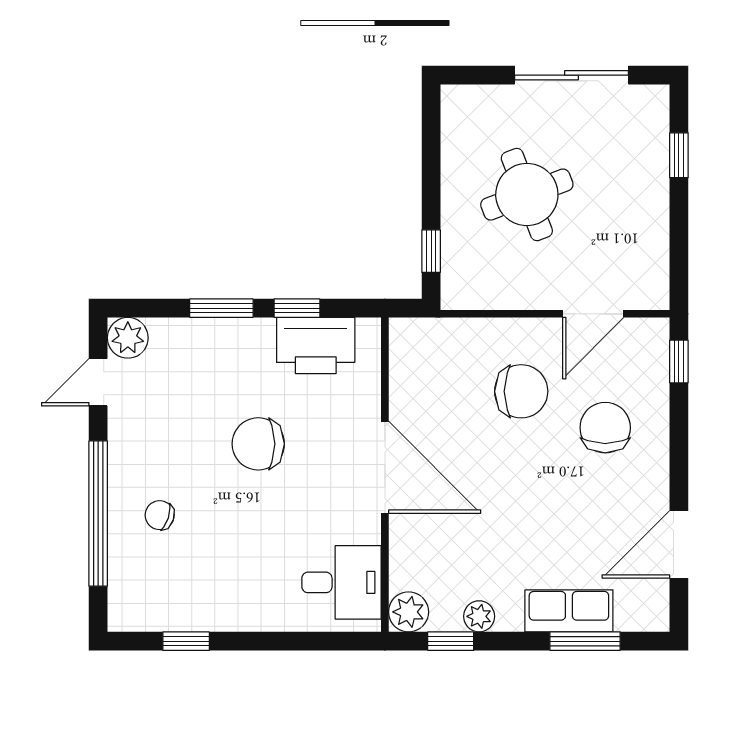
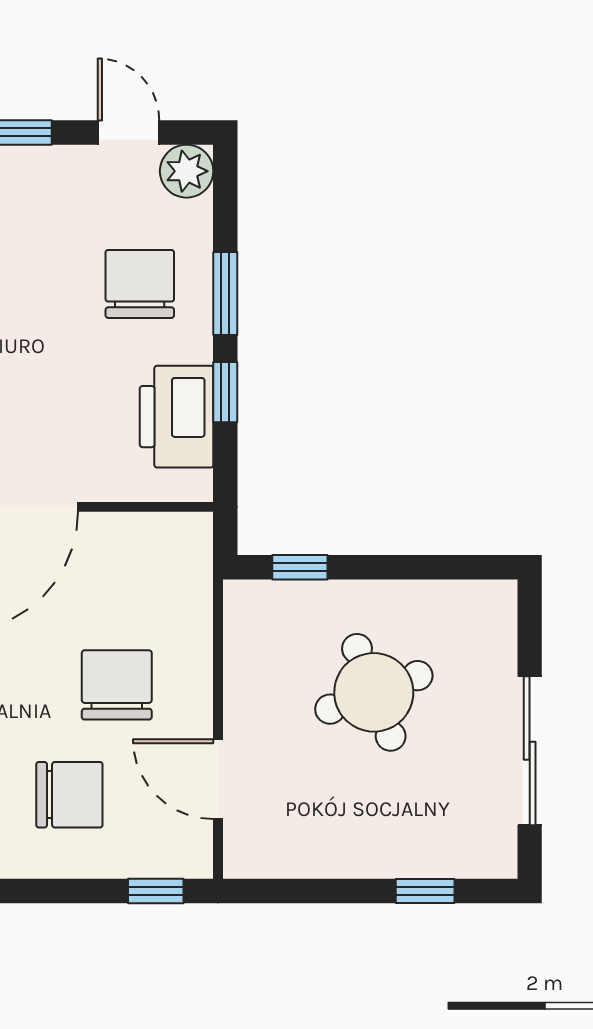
chair: (521, 391) -> (117, 685), turned 180
chair: (258, 444) -> (140, 284), moved

